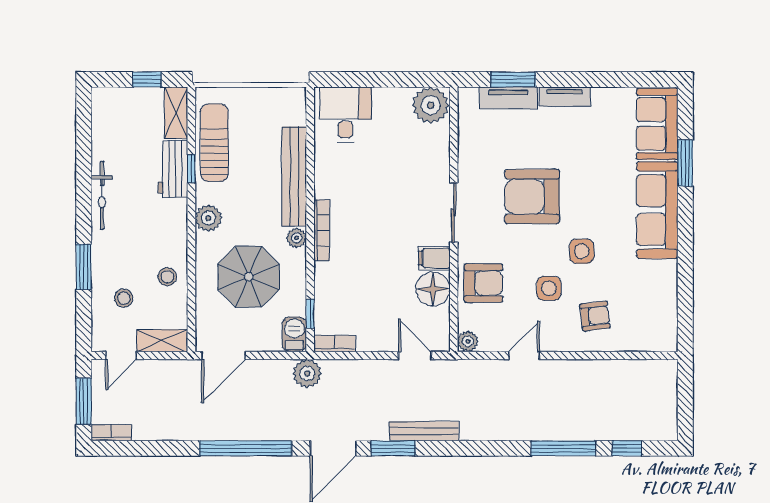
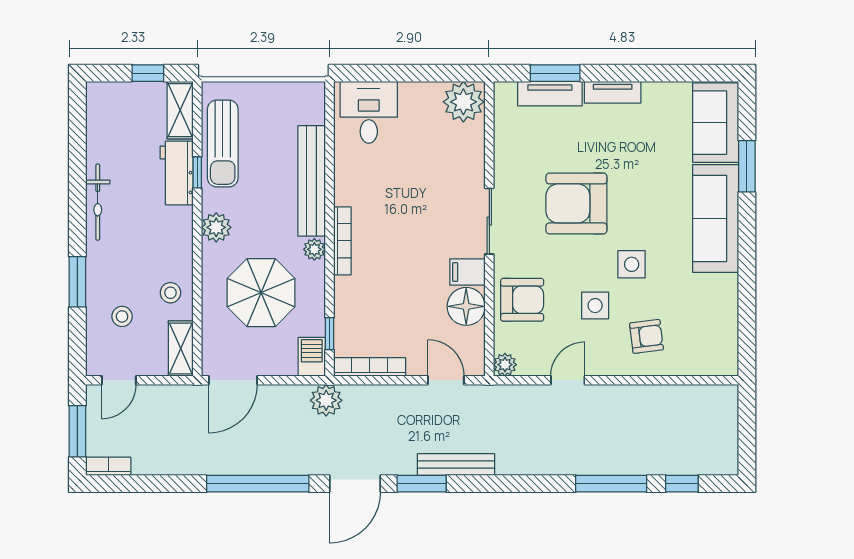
sun lounger: (214, 143) -> (223, 143), turned 180
shelving: (162, 341) -> (181, 349), moved, turned 90
bookcase: (335, 343) -> (370, 367), width x1.56

